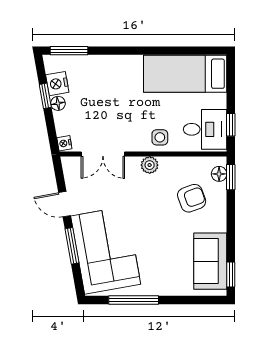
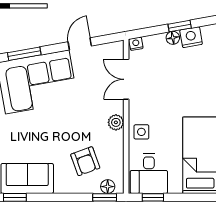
window: (72, 246) -> (24, 54), moved

